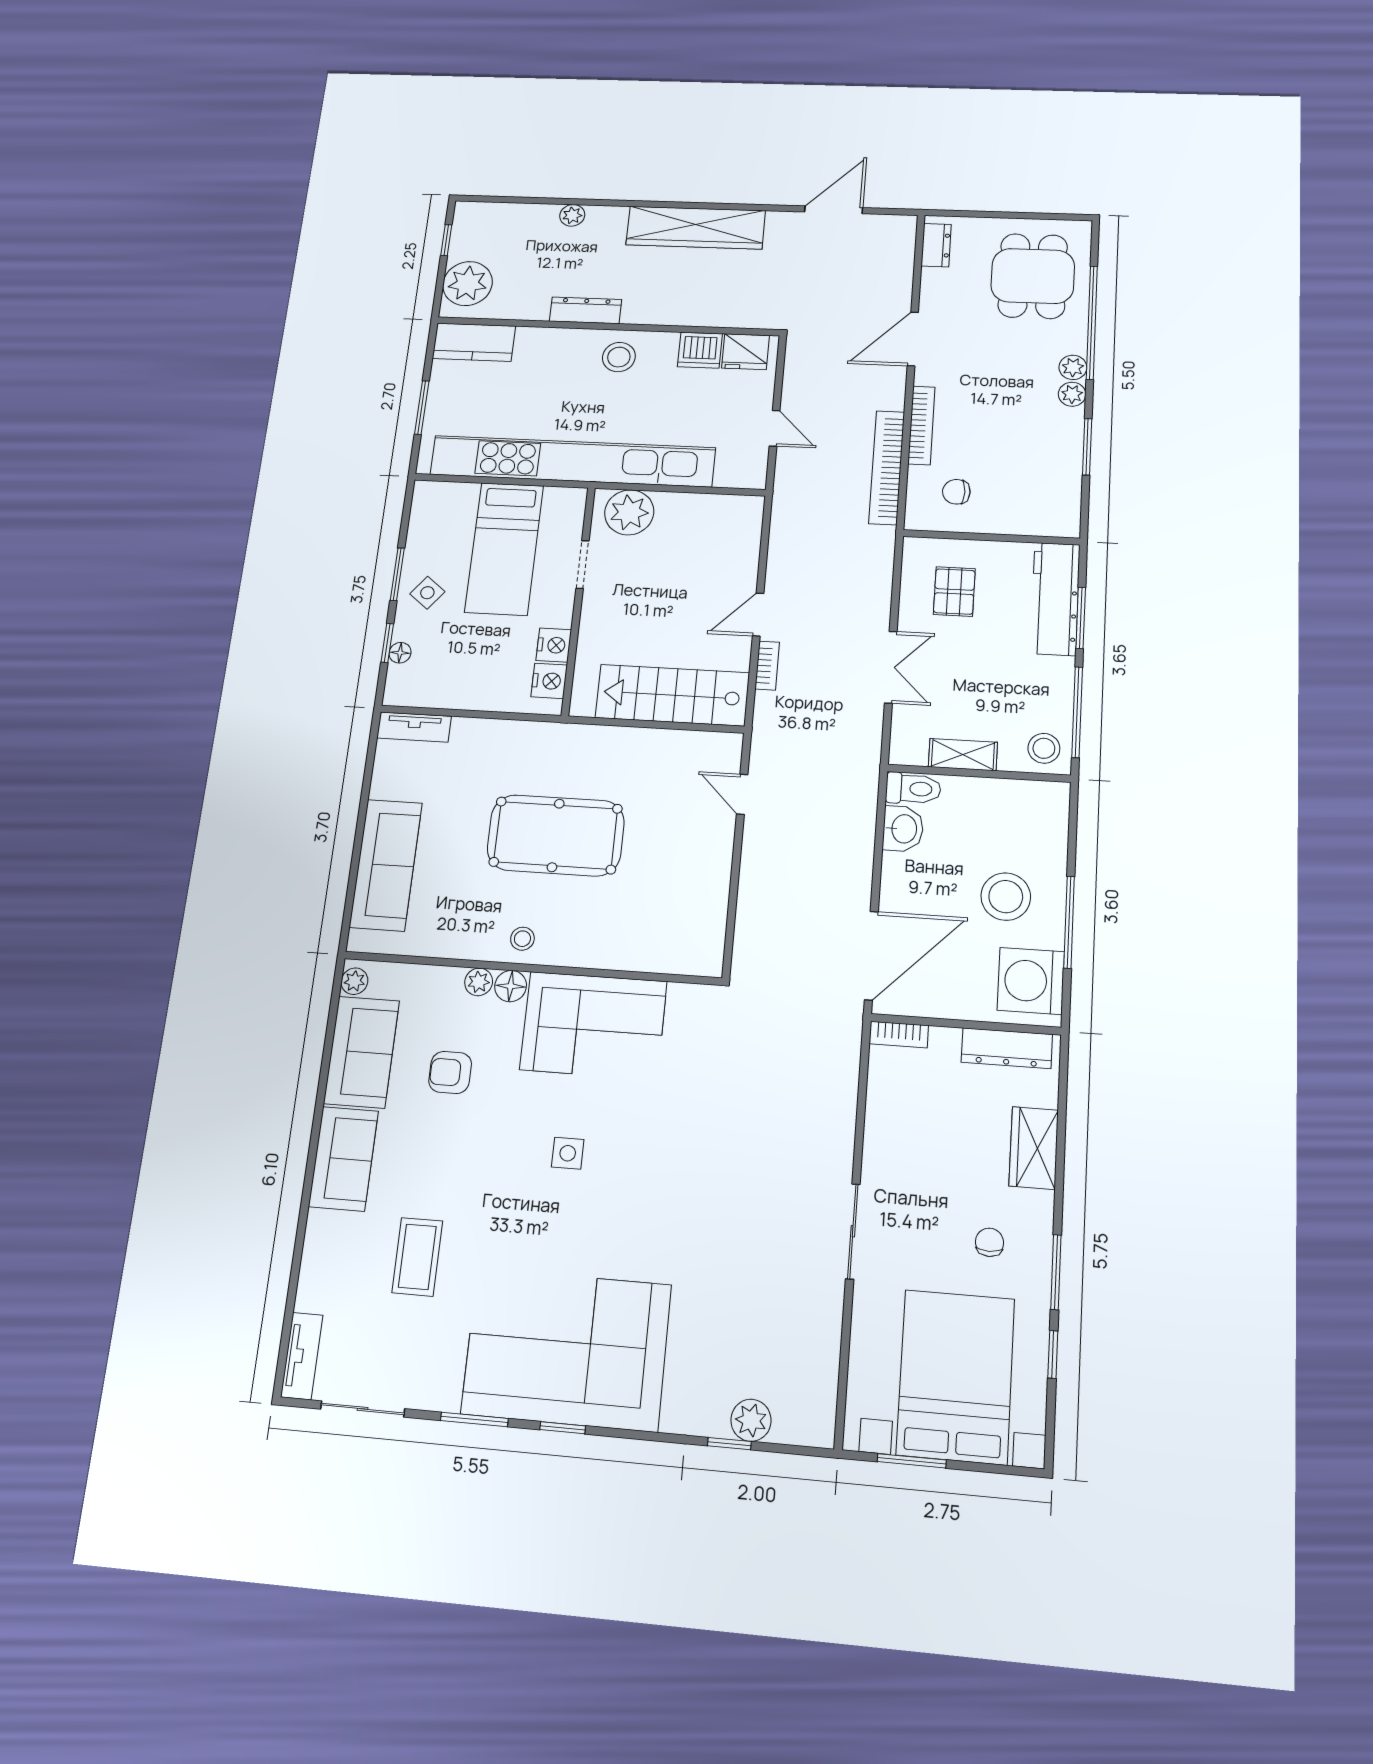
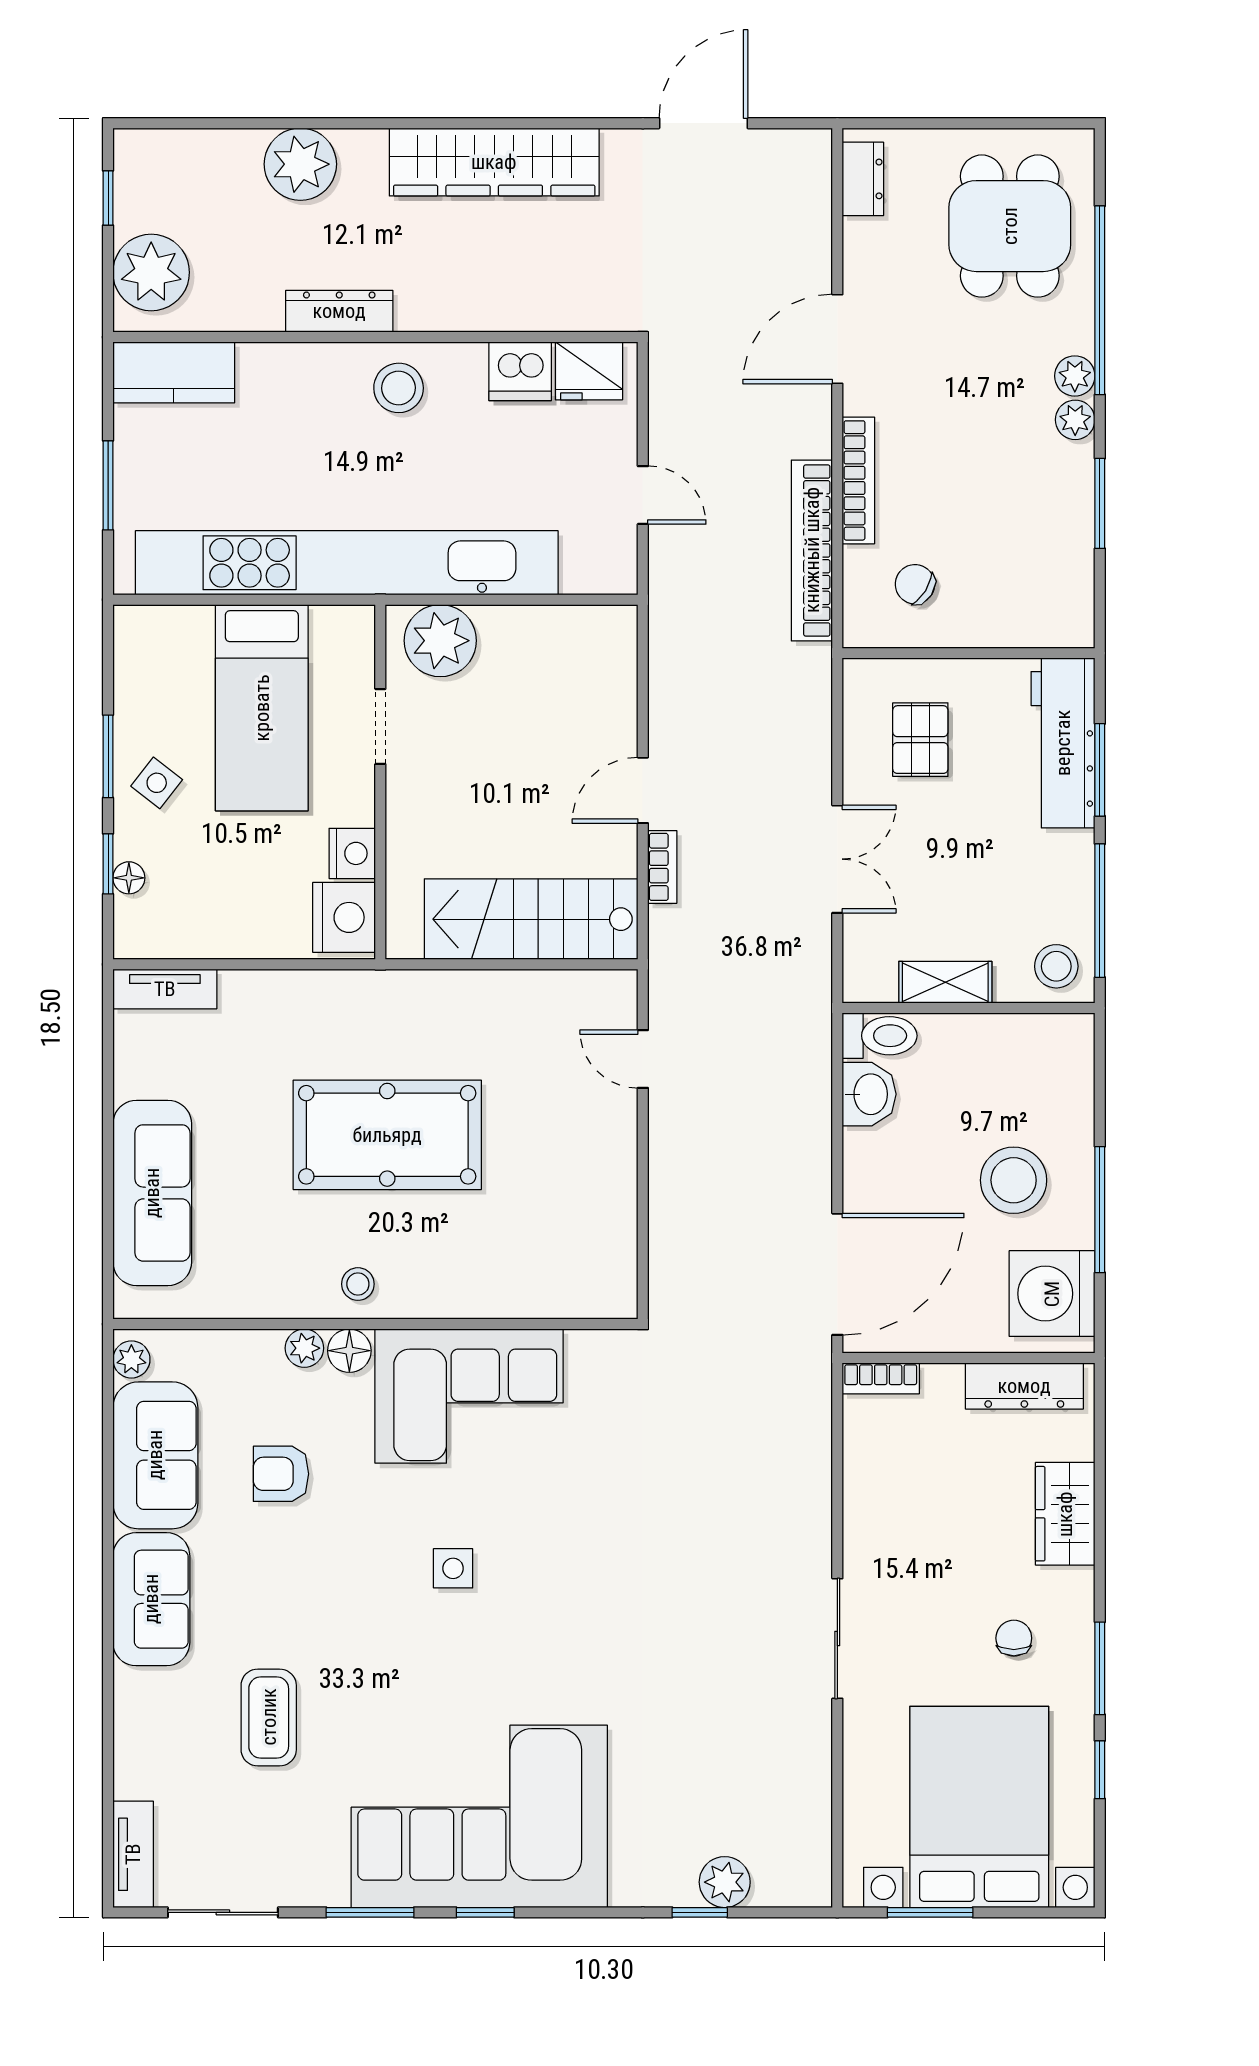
plant: (572, 215) -> (300, 164), width x1.87, depth x1.87
chair: (956, 492) -> (915, 584), turned 32
nightstand: (549, 681) -> (344, 917), width x1.36, depth x1.33

